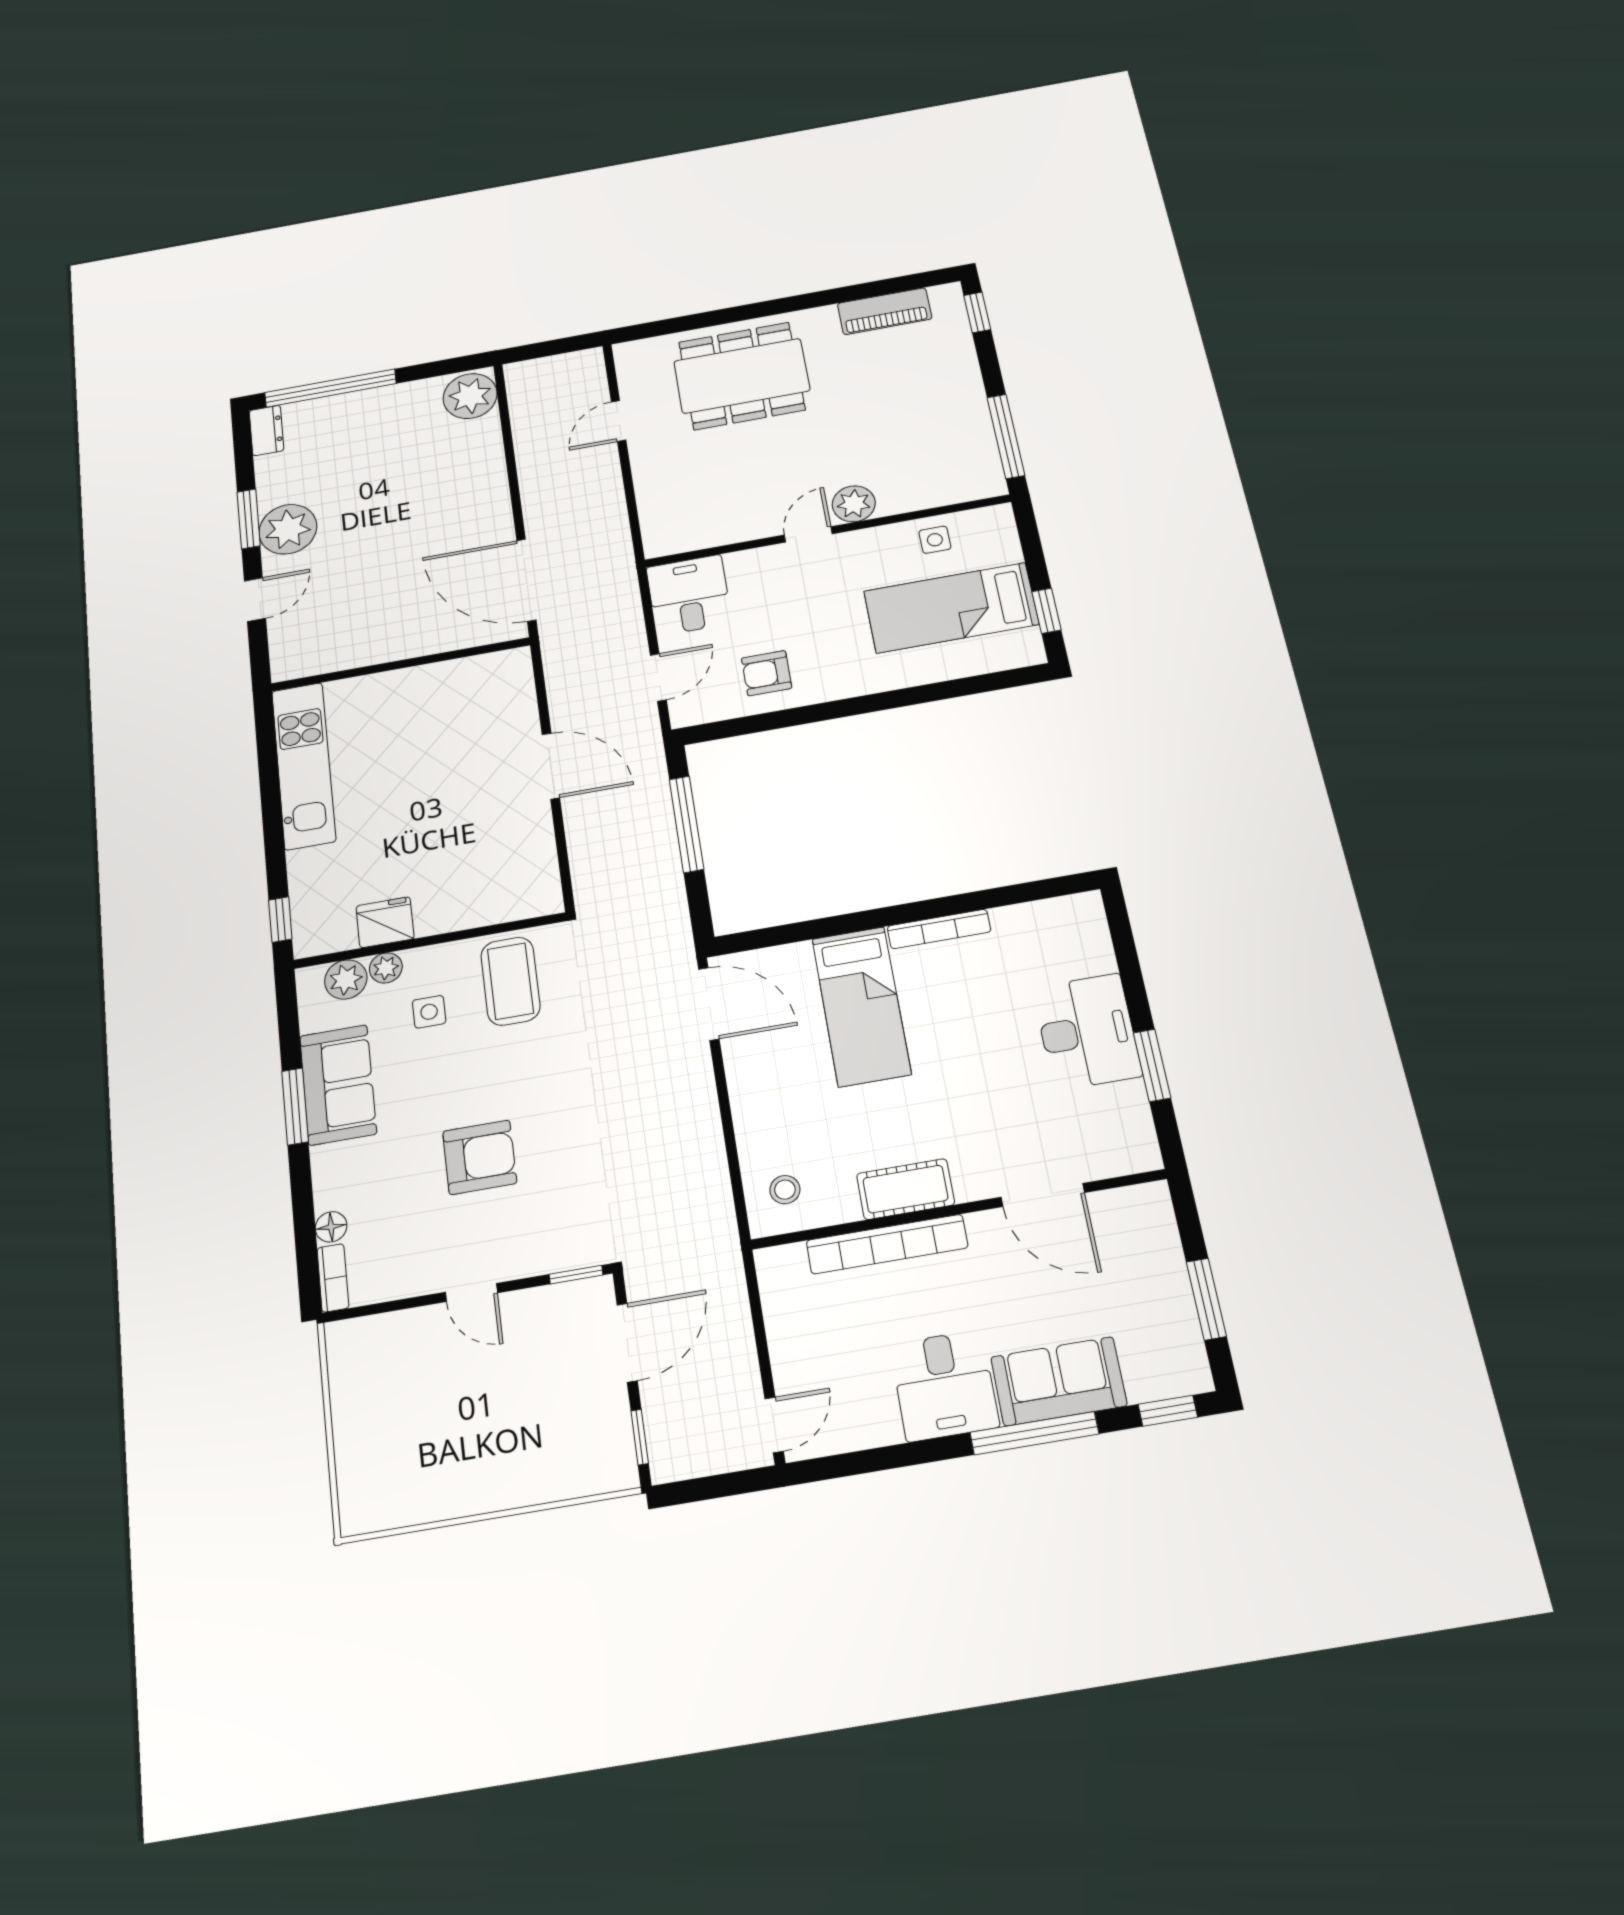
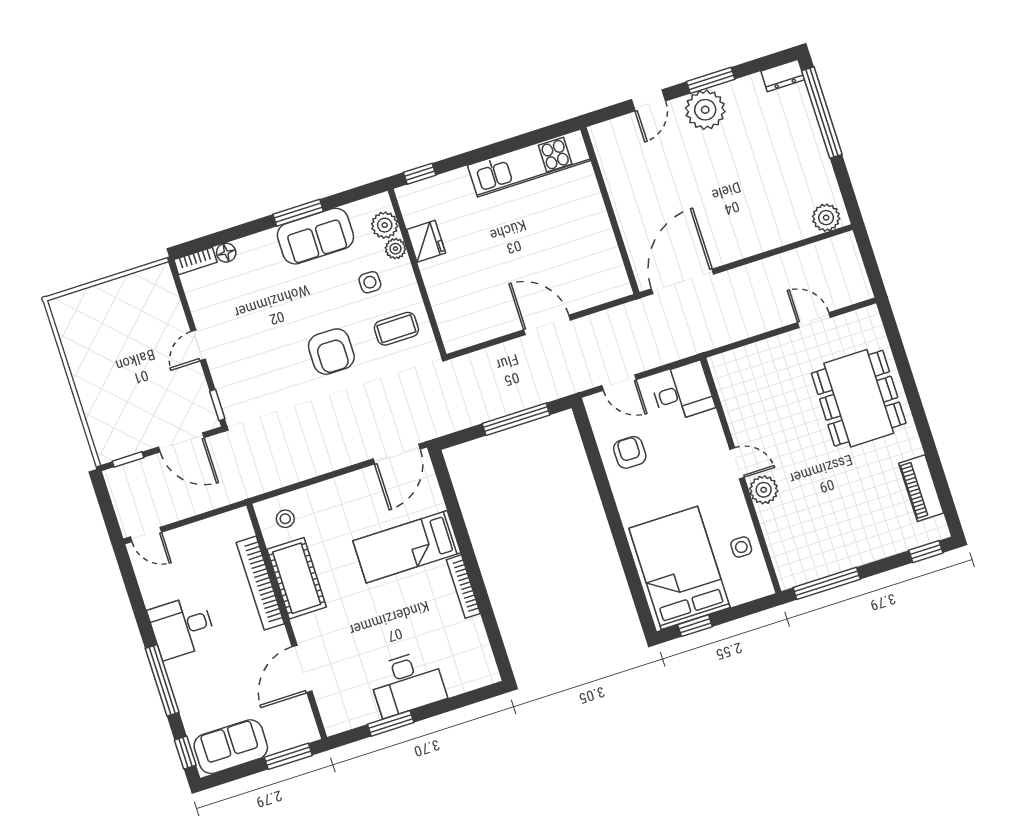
plant: (470, 396) -> (826, 218), width x0.73, depth x0.73
door: (255, 599) -> (648, 100), hinge flipped
bed: (951, 608) -> (679, 568), width x1.50
door: (551, 766) -> (547, 325), swing flipped
coffee table: (510, 981) -> (396, 329), width x0.73, depth x0.77
armchair: (480, 1157) -> (331, 352), moved
cot: (905, 1189) -> (297, 578), width x1.37, depth x1.34
window: (1206, 1299) -> (288, 756), moved
sofa: (1059, 1381) -> (231, 747), moved, turned -90

